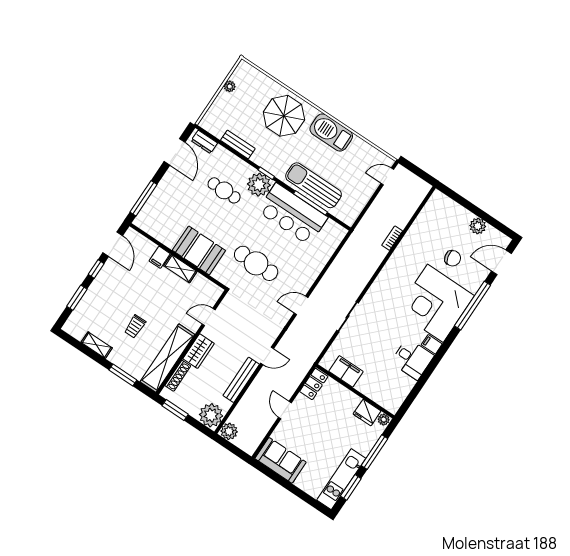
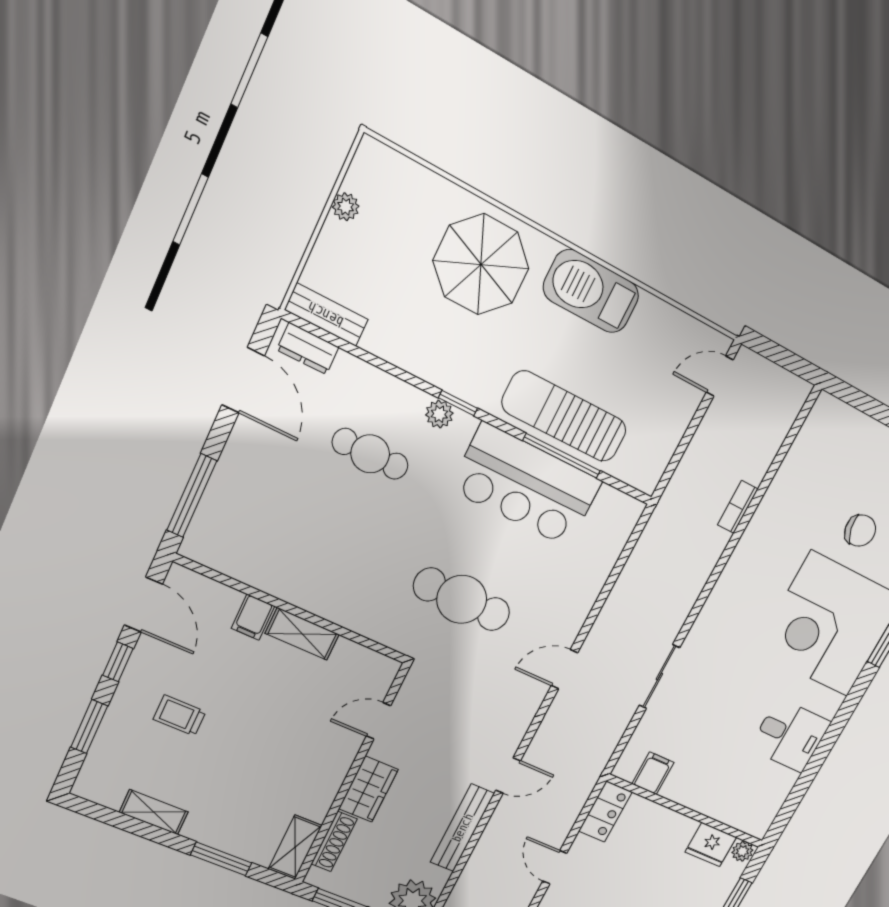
bench: (238, 144) -> (326, 315), moved
plant: (259, 185) -> (439, 414), width x0.53, depth x0.53
booth: (199, 250) -> (336, 590), removed
trolley: (135, 326) -> (180, 715), moved, turned 90
filing cabinet: (432, 344) -> (826, 702), removed
shelving: (167, 358) -> (295, 847), width x0.45, depth x0.75
filing cabinet: (346, 371) -> (653, 773), width x0.50

